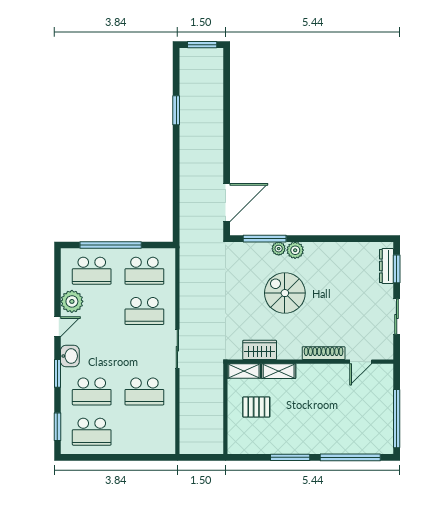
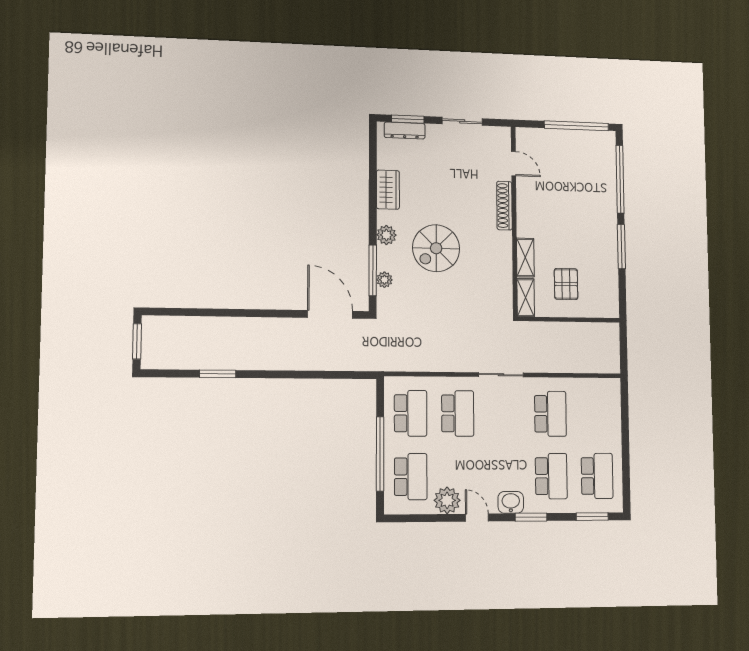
plant: (279, 249) -> (384, 280), moved
wardrobe: (260, 350) -> (388, 190), moved, turned 180

